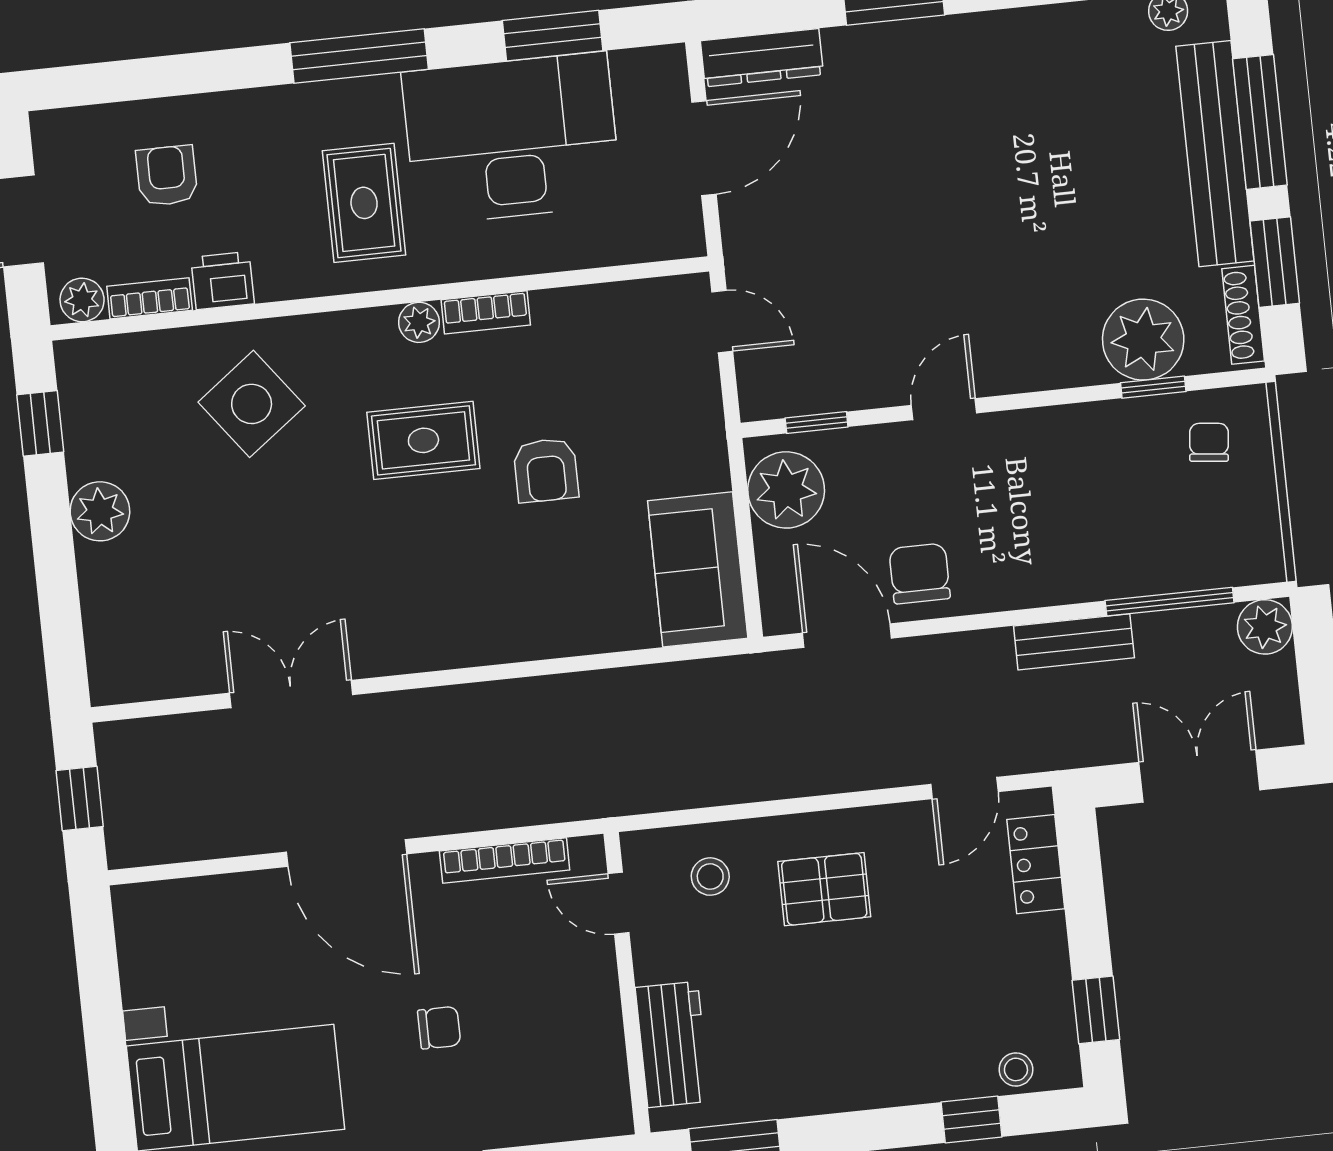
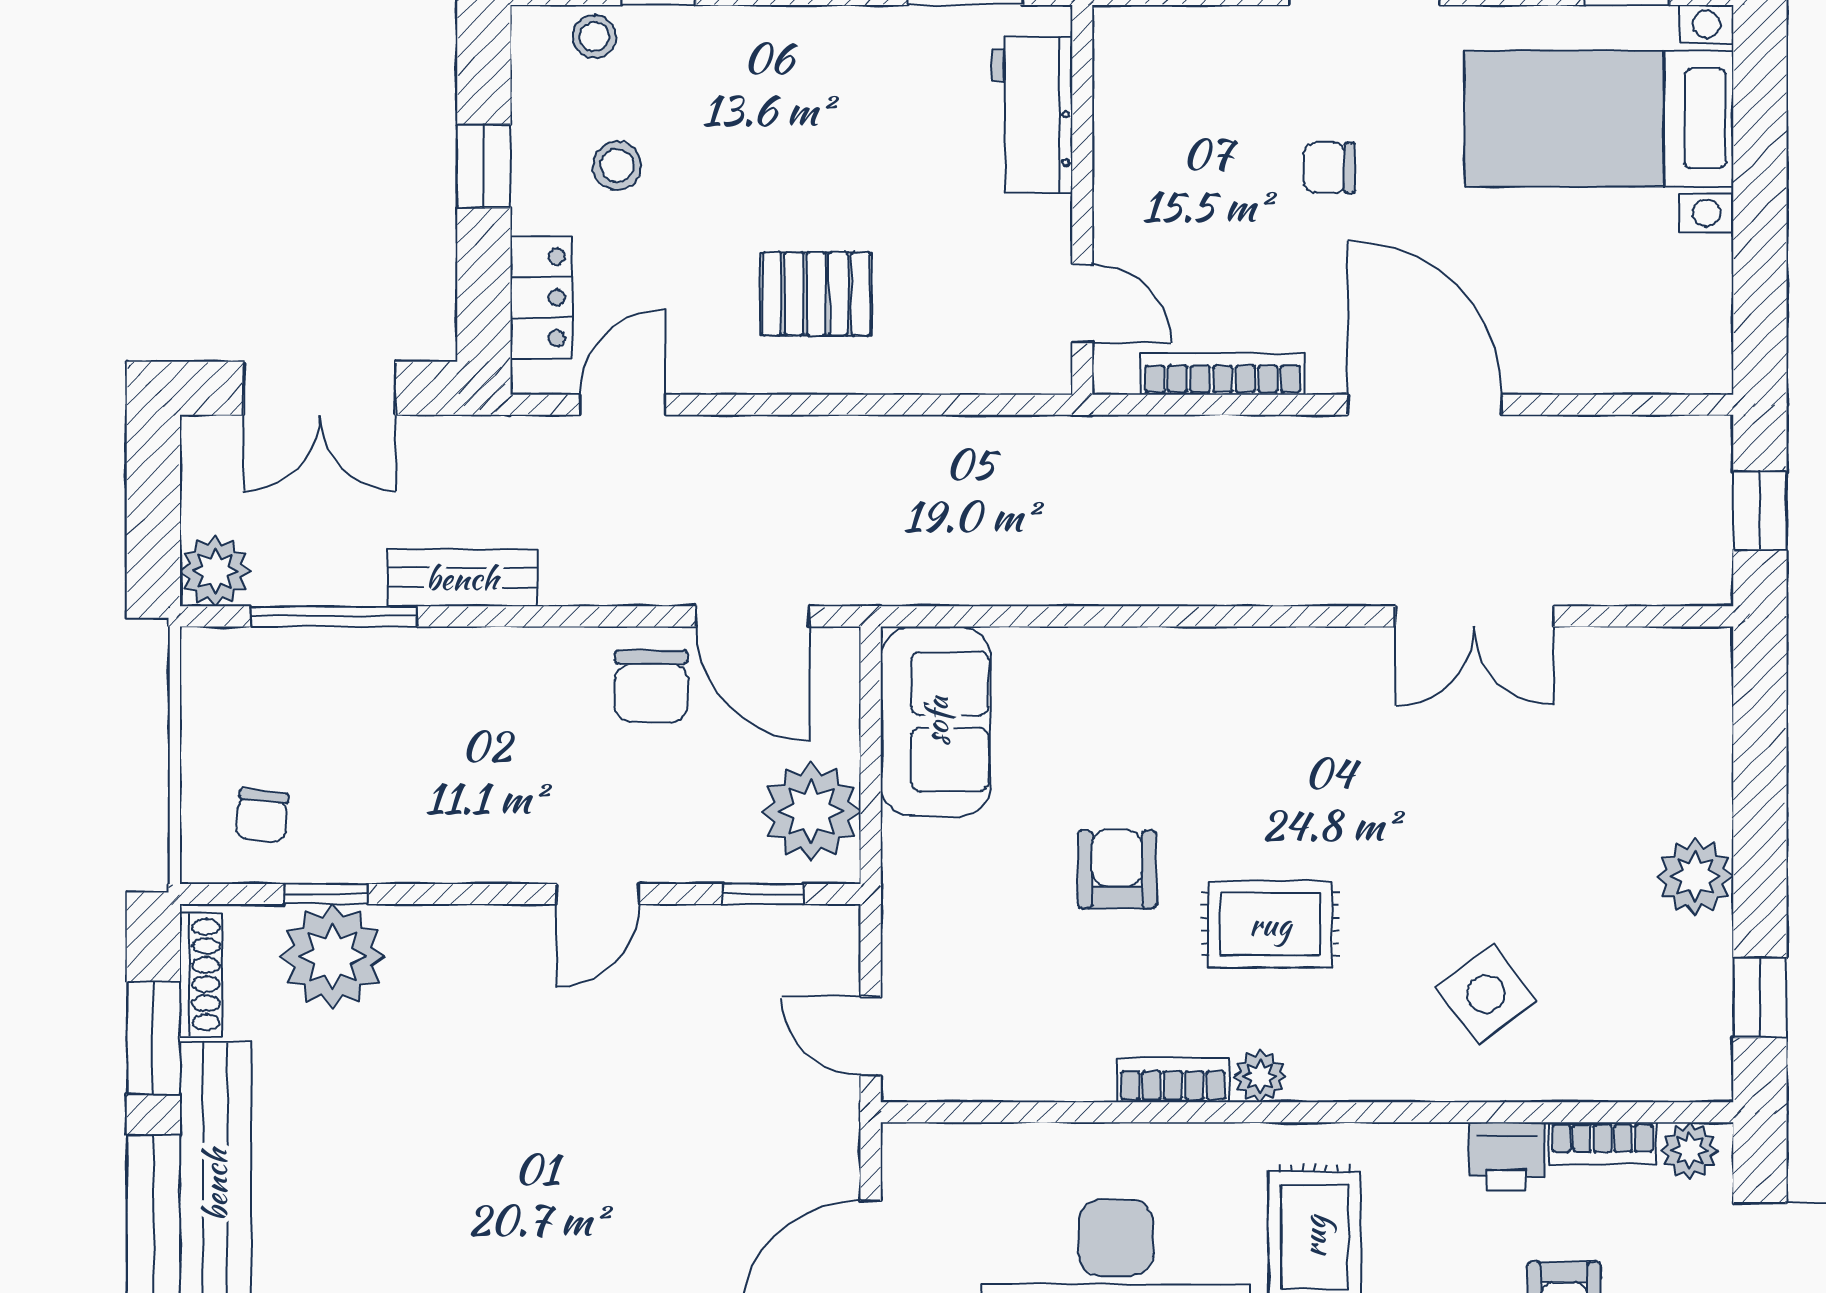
side table: (252, 404) -> (1486, 994), width x0.73, depth x0.73
stool: (710, 877) -> (617, 166), moved
window: (1096, 1010) -> (484, 166), moved

